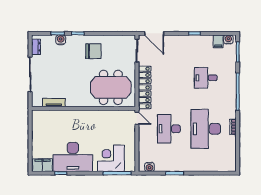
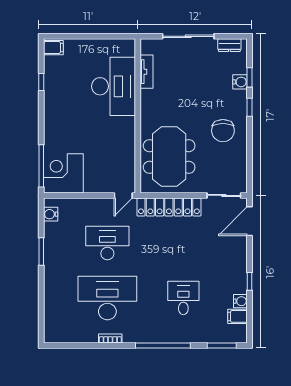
water cooler: (228, 39) -> (240, 301), moved
desk: (73, 157) -> (114, 86), moved, turned 180
corner desk: (111, 158) -> (63, 173), moved, turned -90
filing cabinet: (43, 165) -> (53, 48), width x0.50

